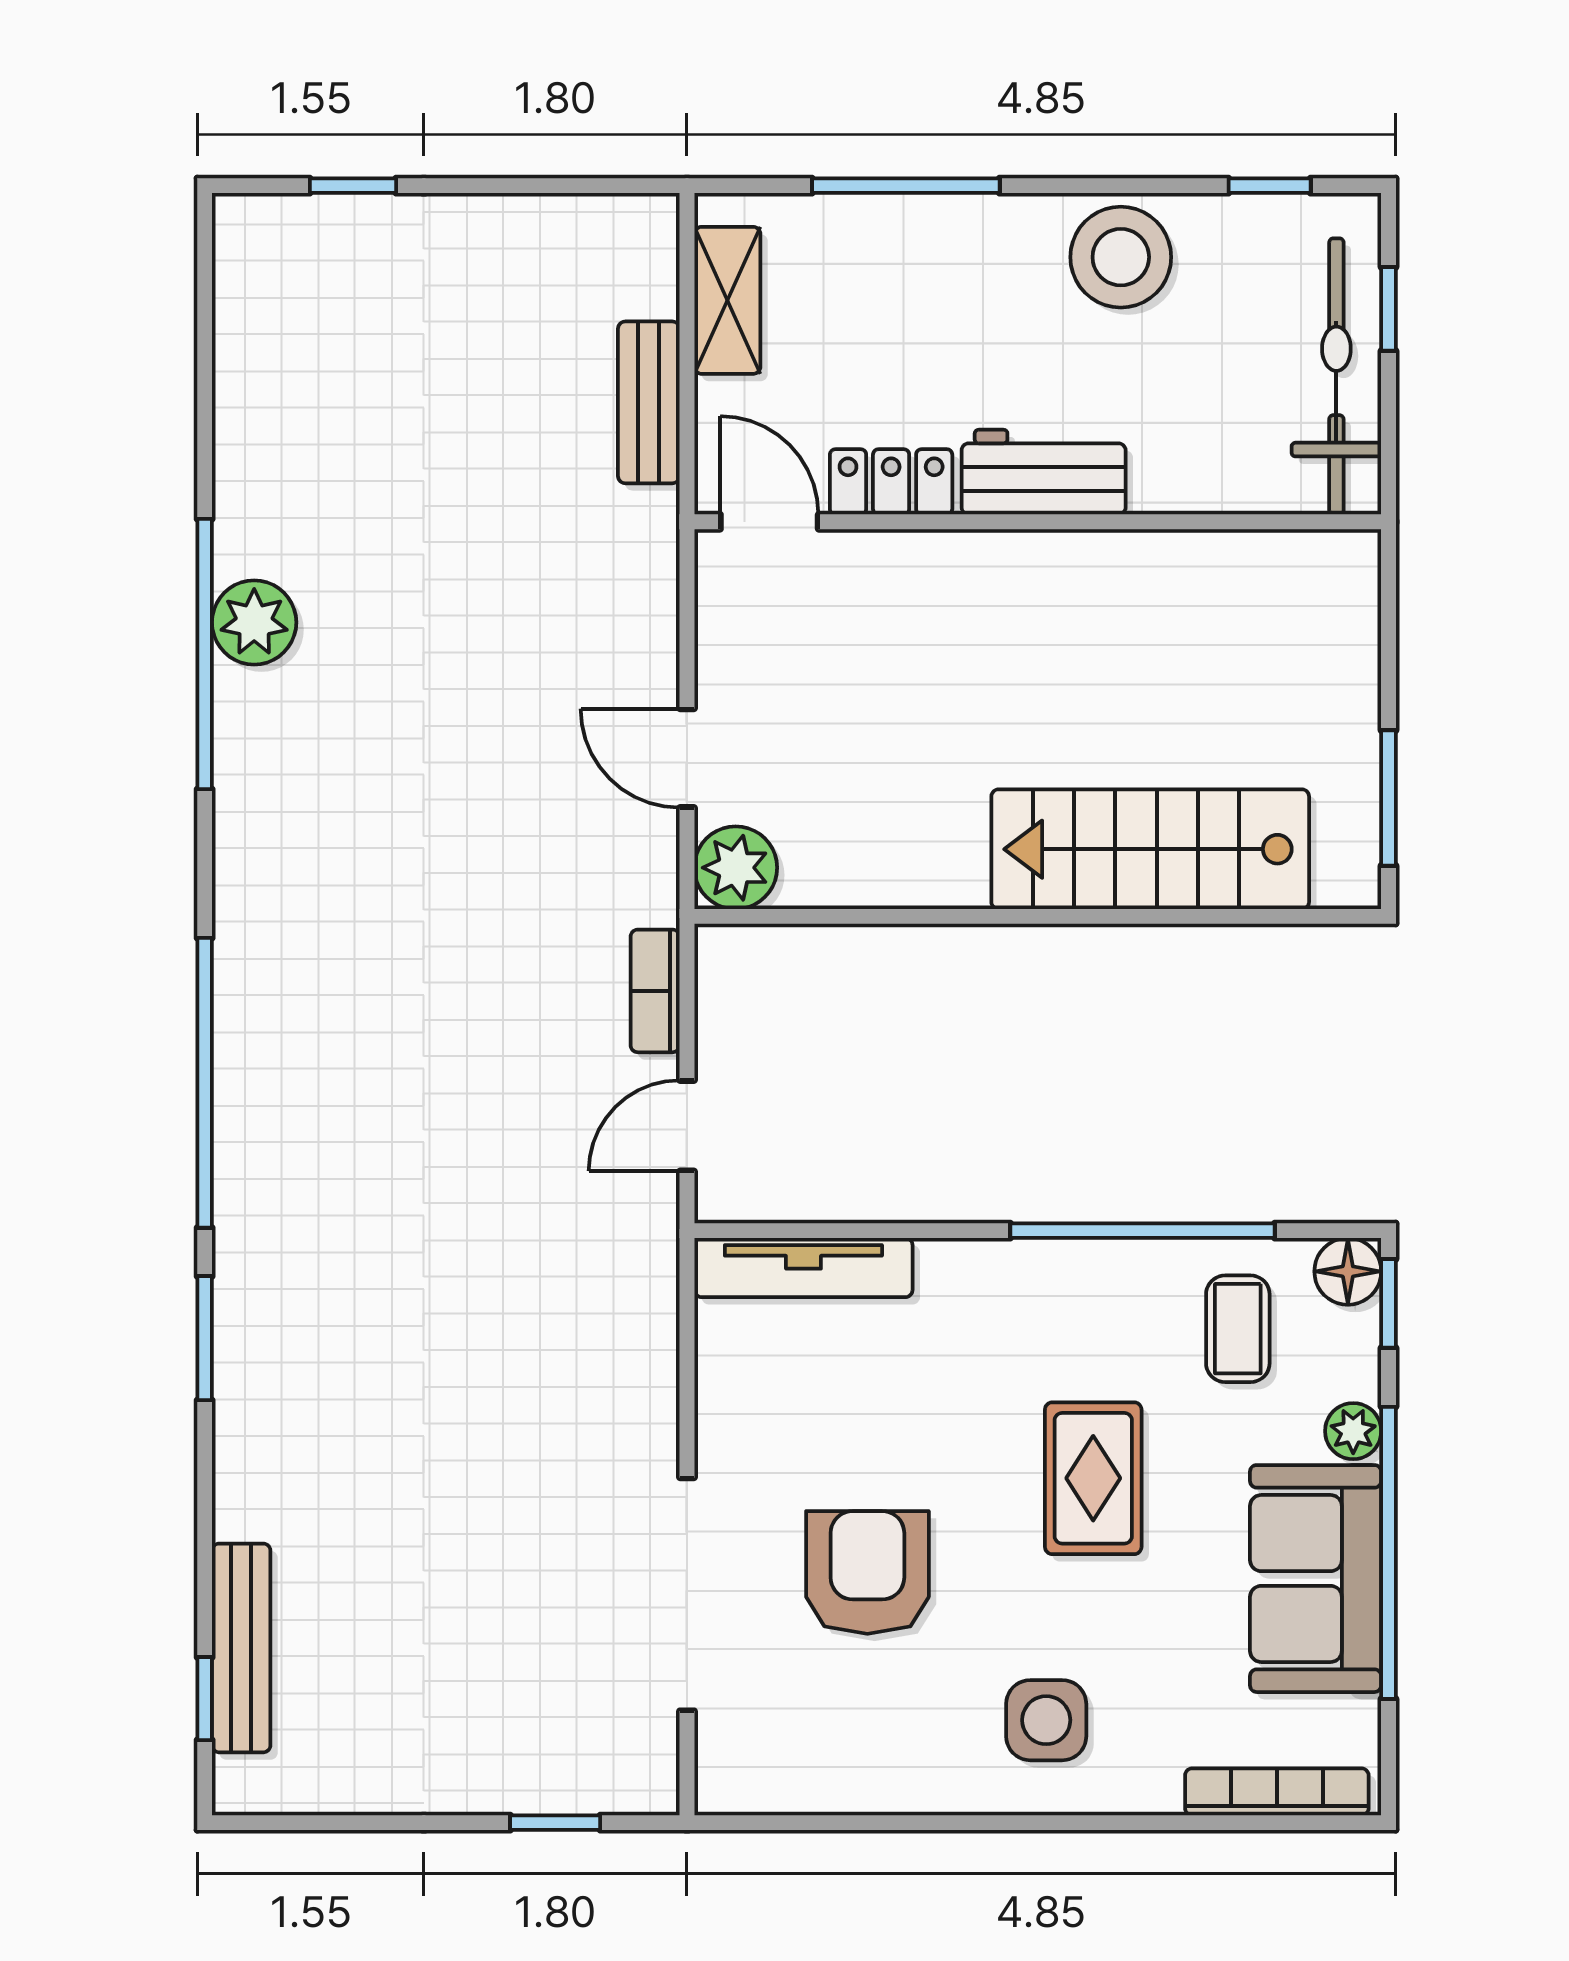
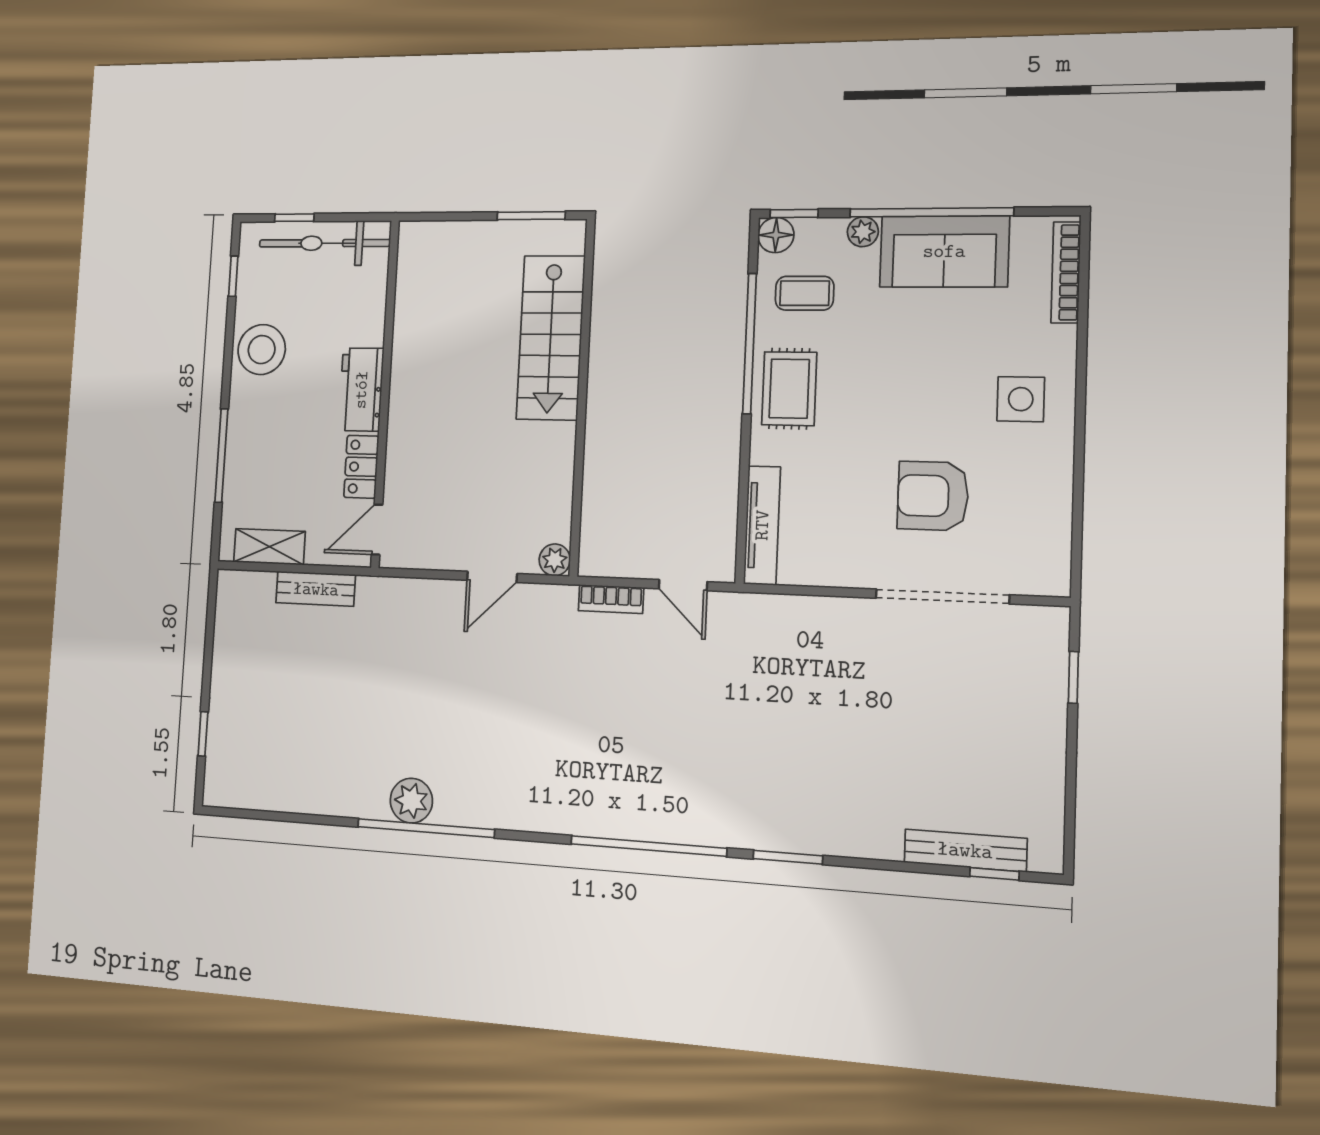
plant: (736, 868) -> (555, 560), width x0.73, depth x0.73
rug: (1093, 1478) -> (789, 389), moved, turned 90

